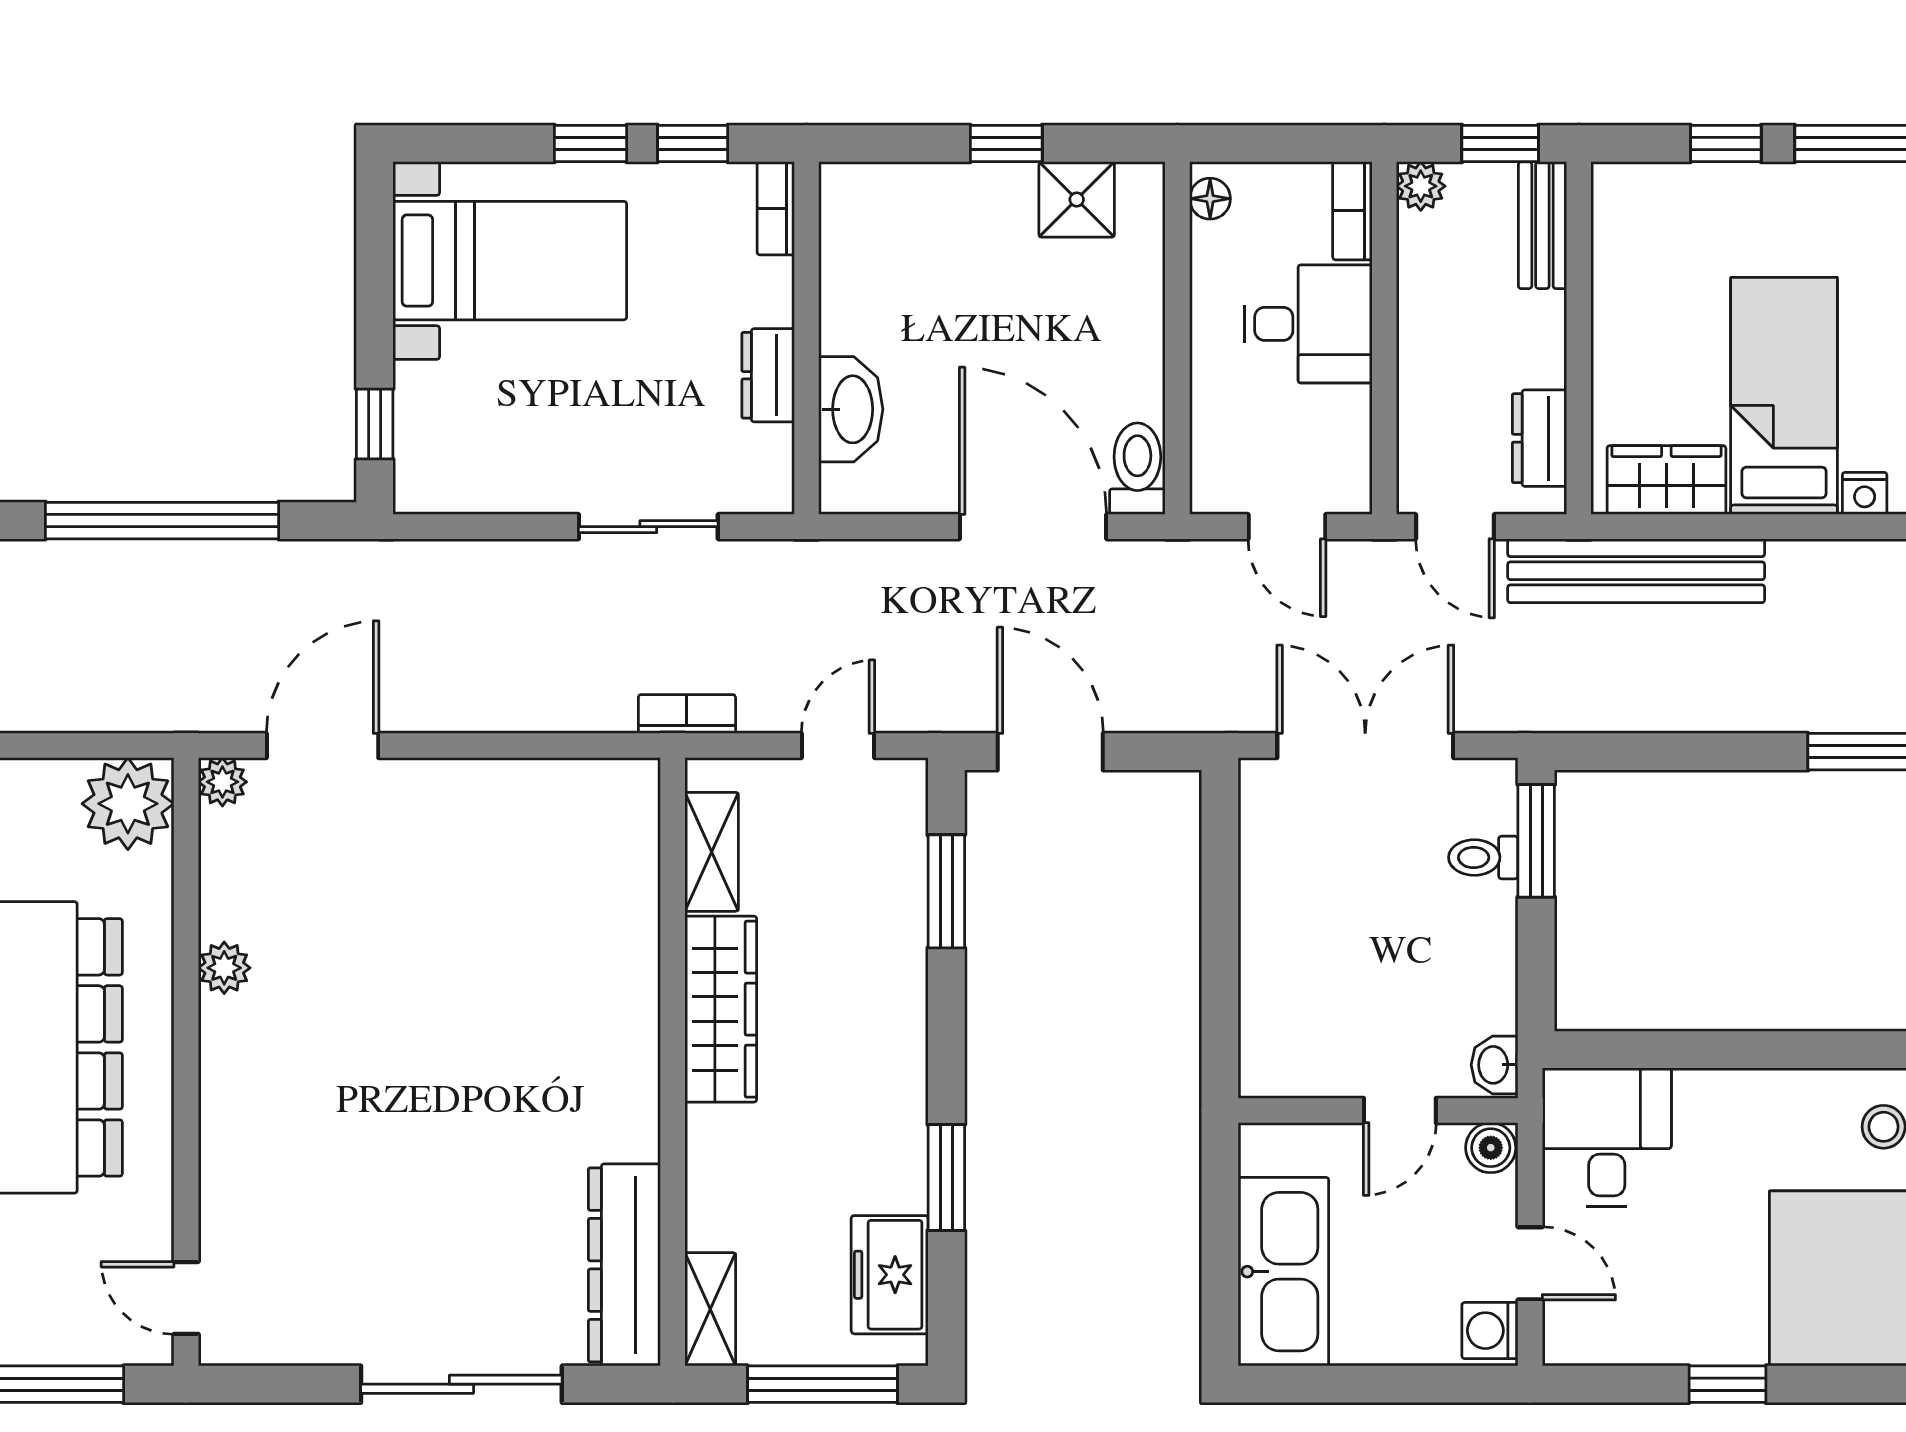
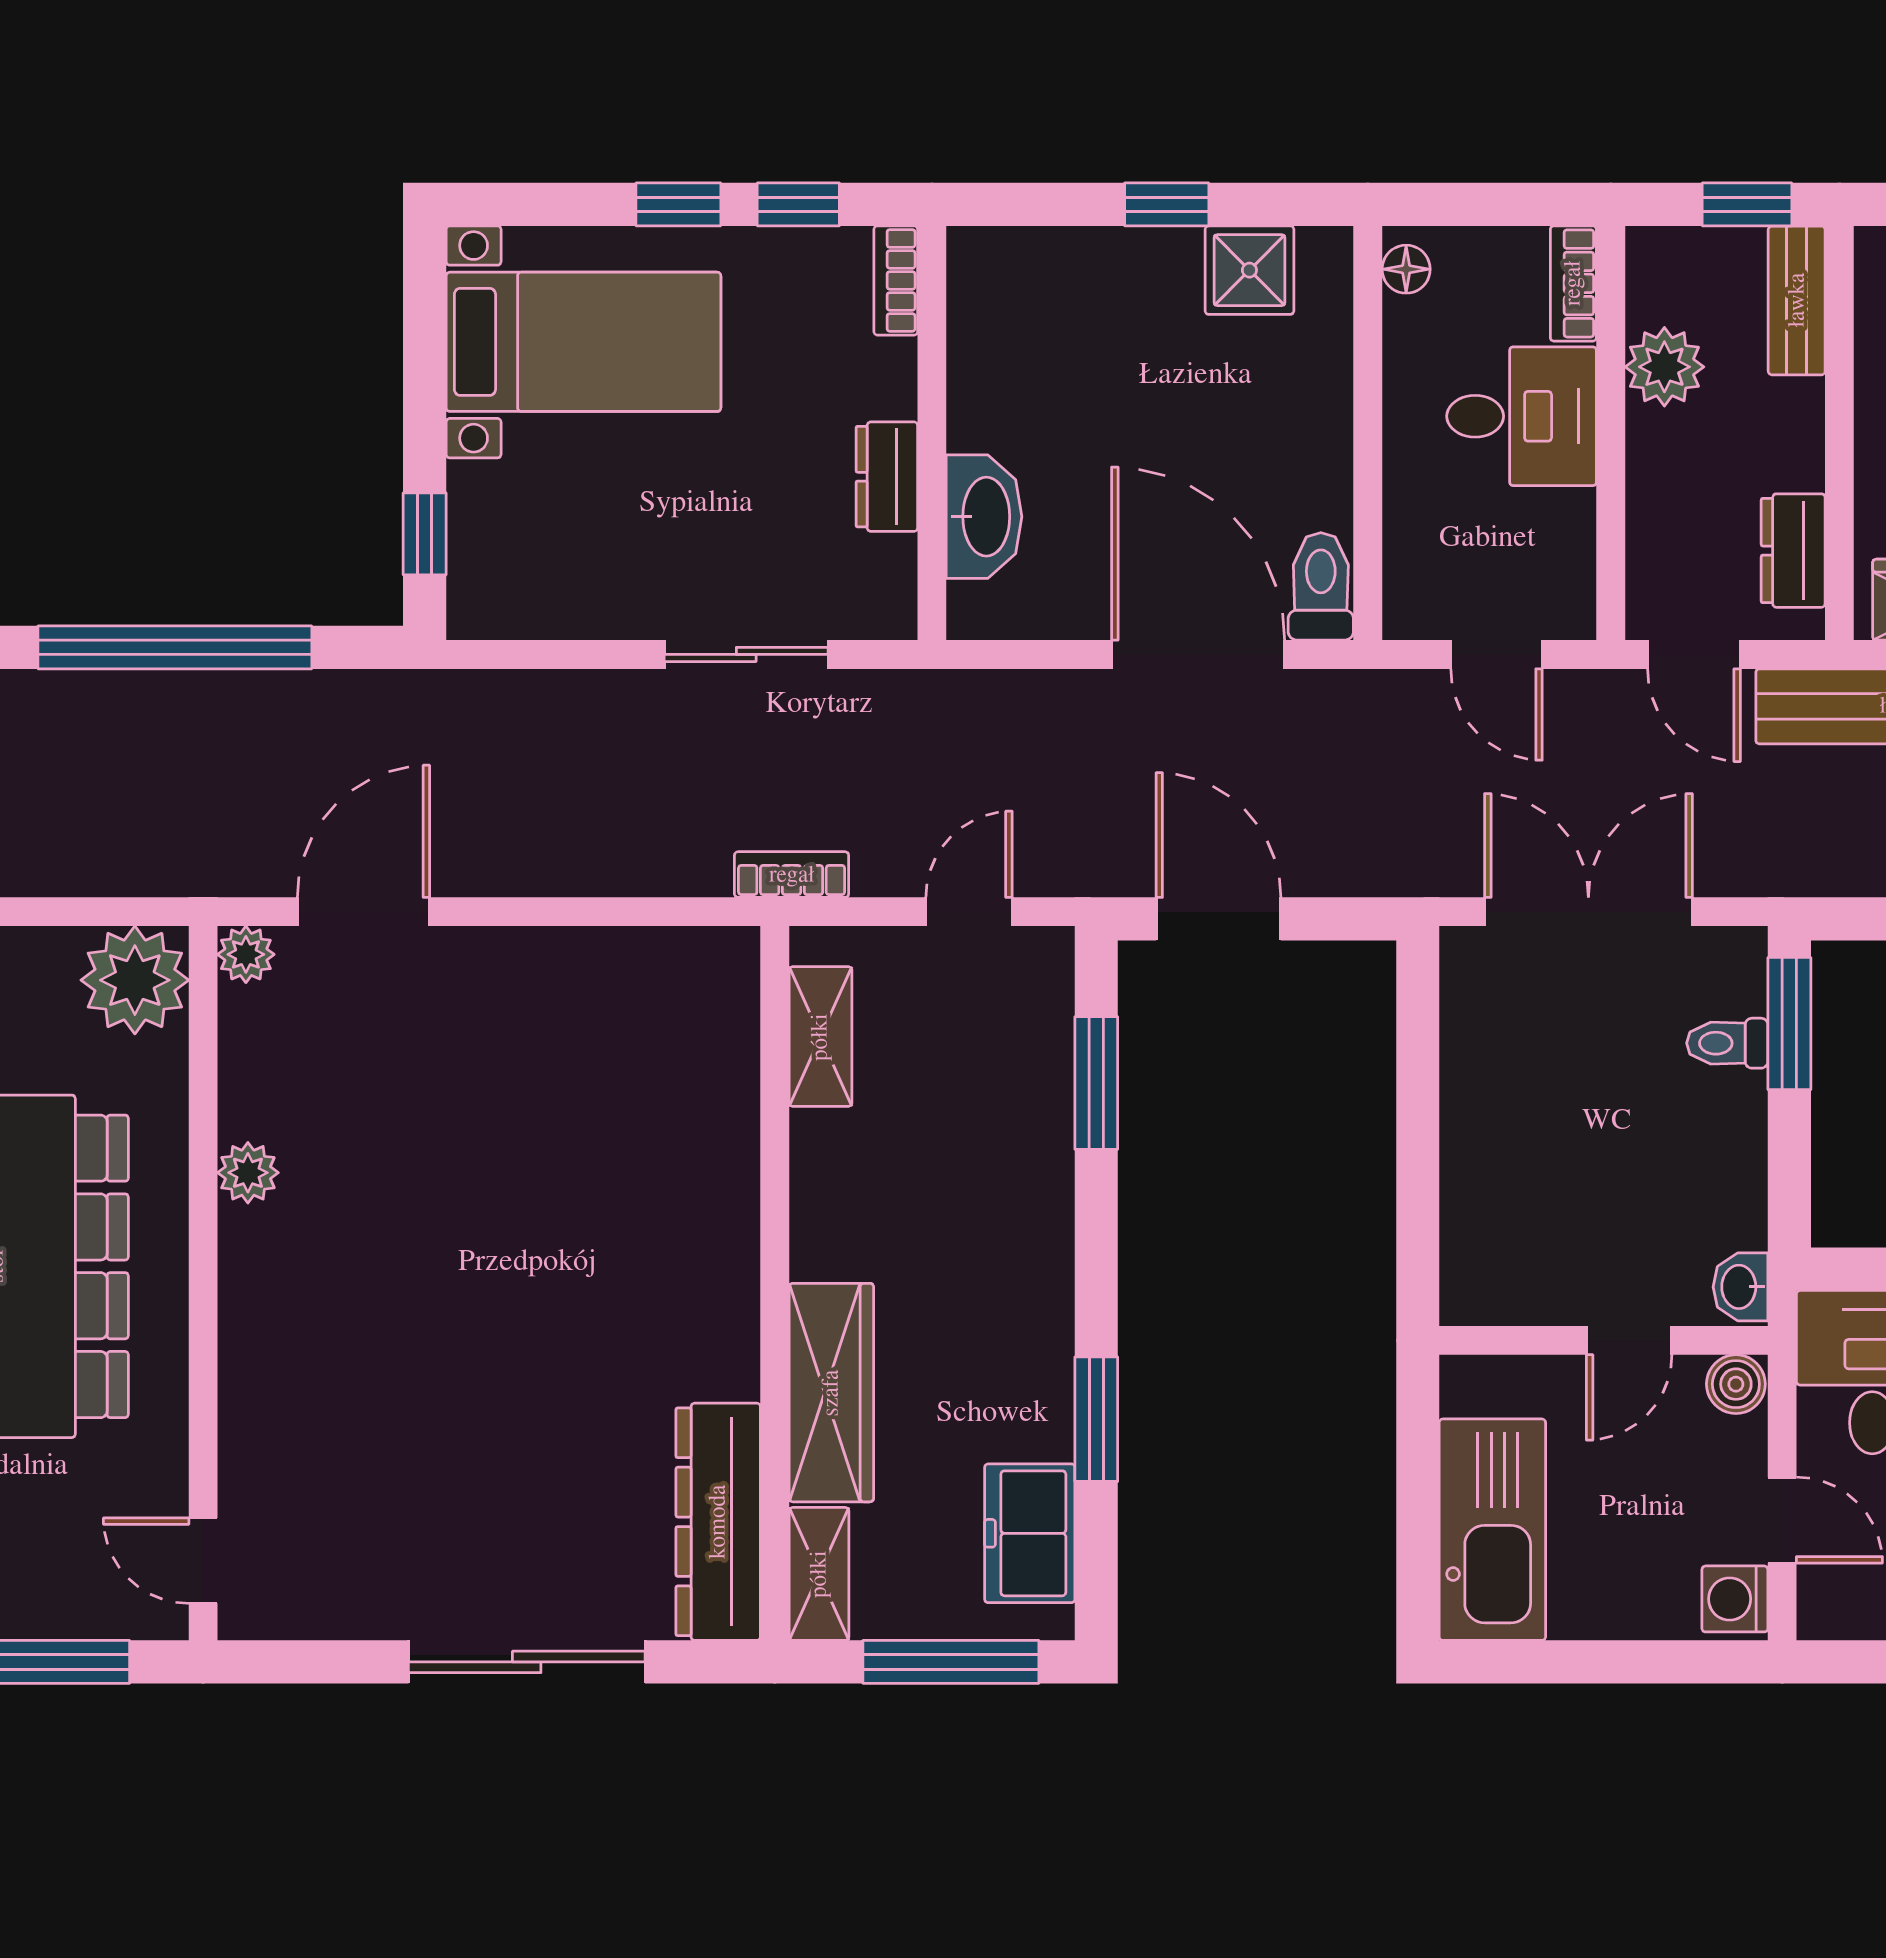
plant: (1421, 186) -> (1664, 367), moved, width x1.38, depth x1.38
wardrobe: (721, 1009) -> (831, 1393), moved

